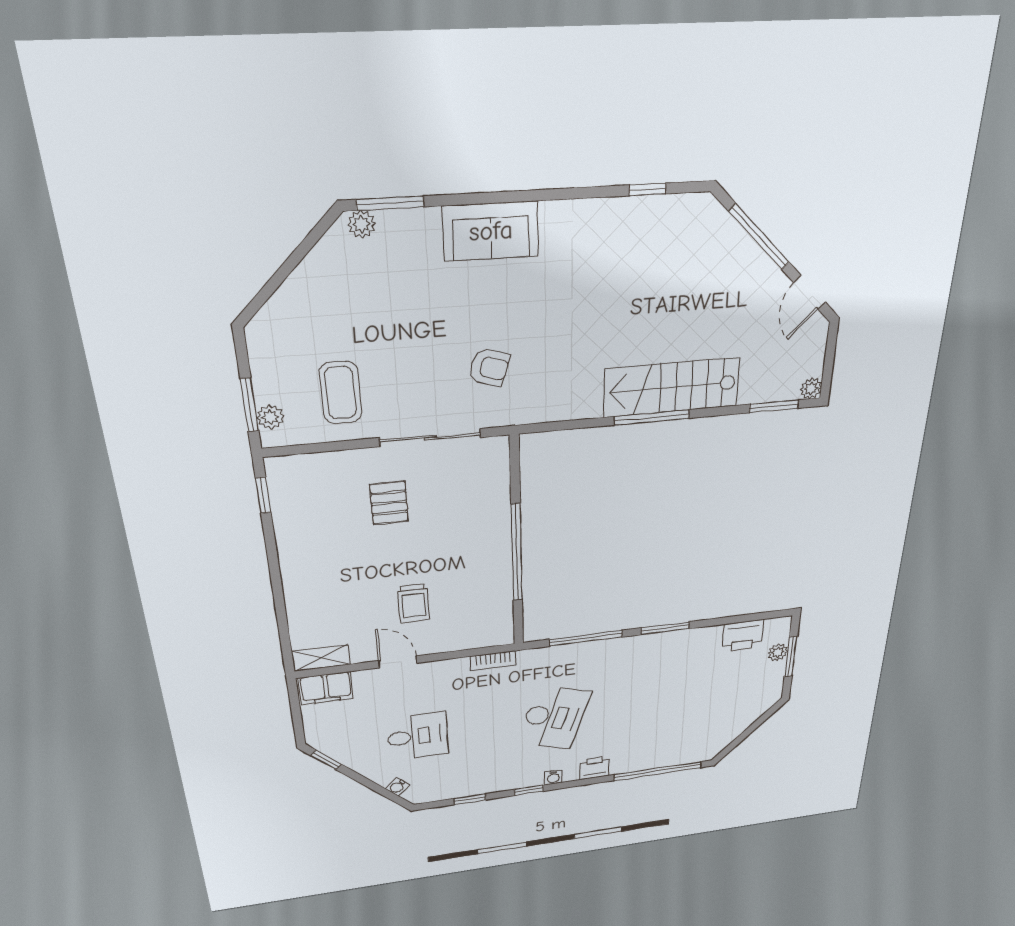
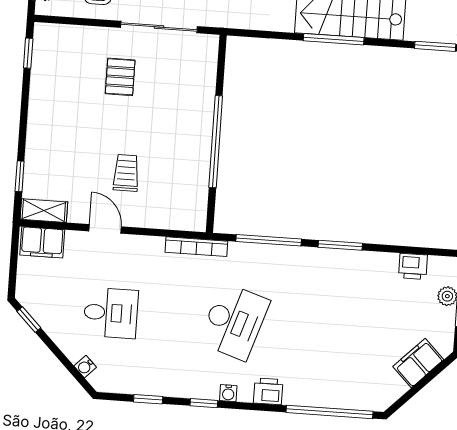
trolley: (414, 603) -> (126, 173), turned 180
window: (284, 630) -> (20, 176), added
printer: (743, 636) -> (413, 266), width x0.73, depth x0.81
bookcase: (493, 661) -> (196, 247), width x1.56
filing cabinet: (747, 714) -> (418, 363), added

